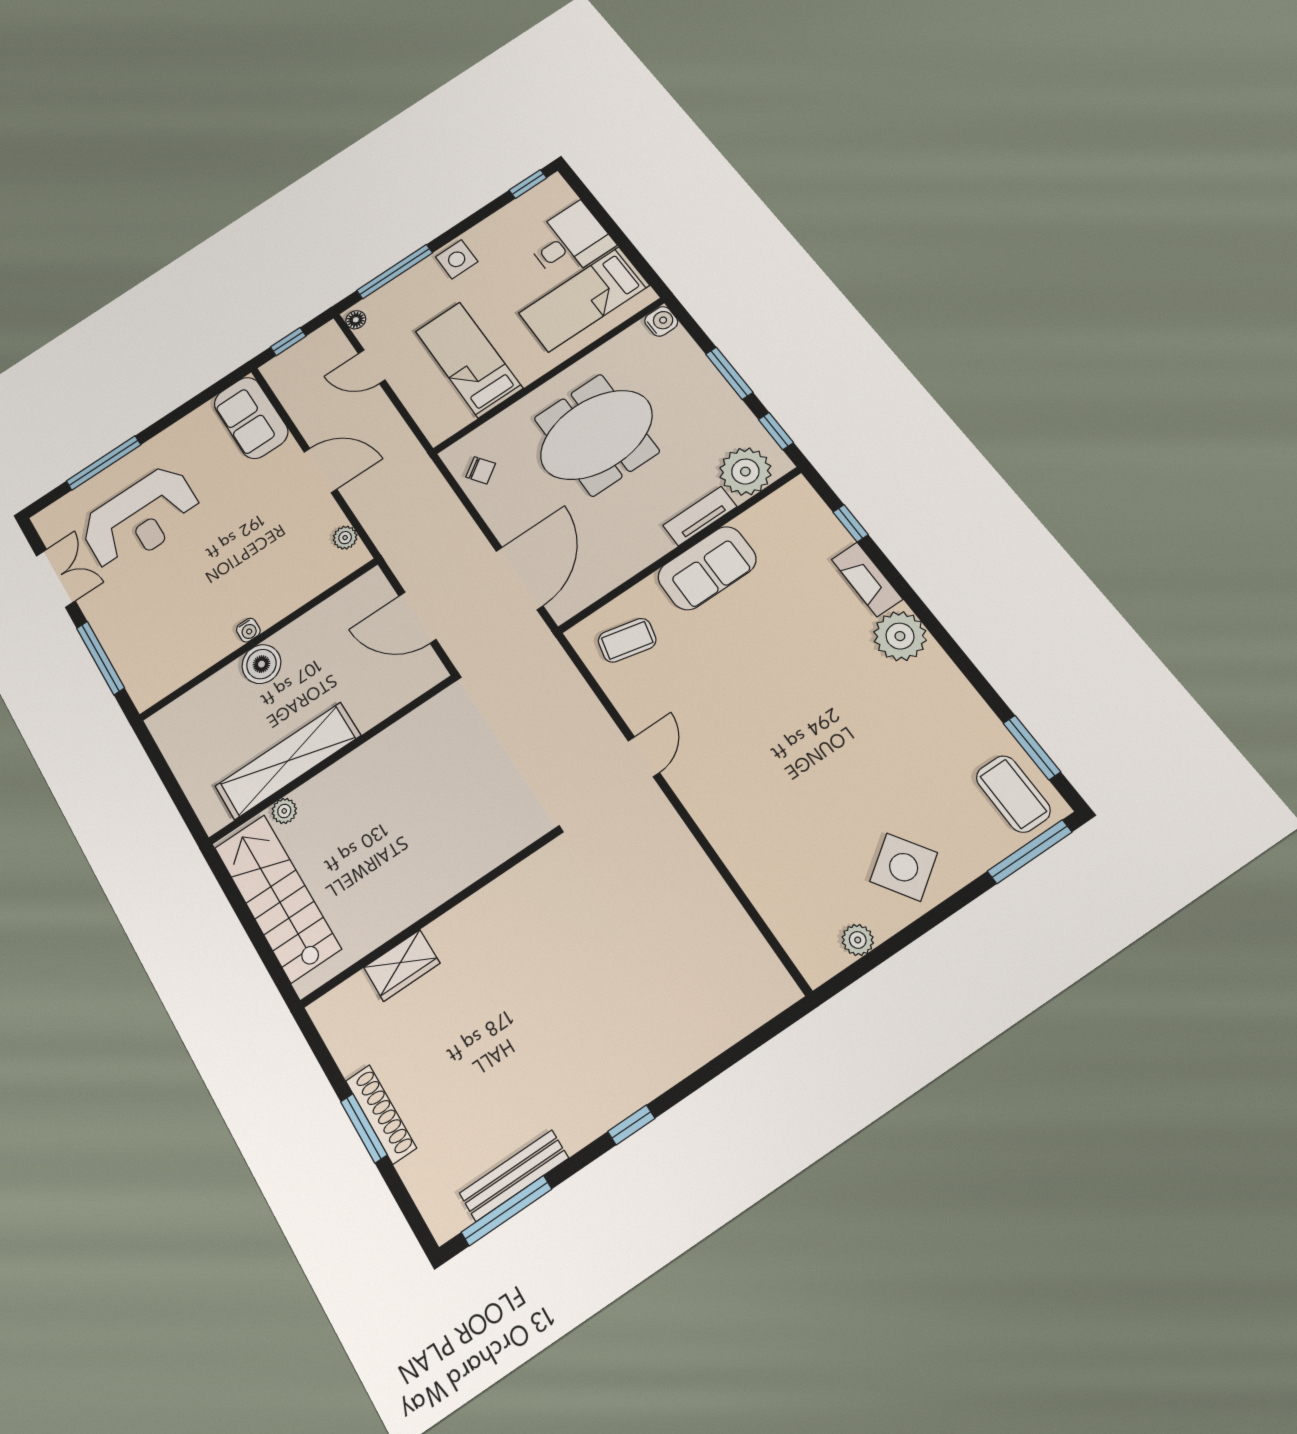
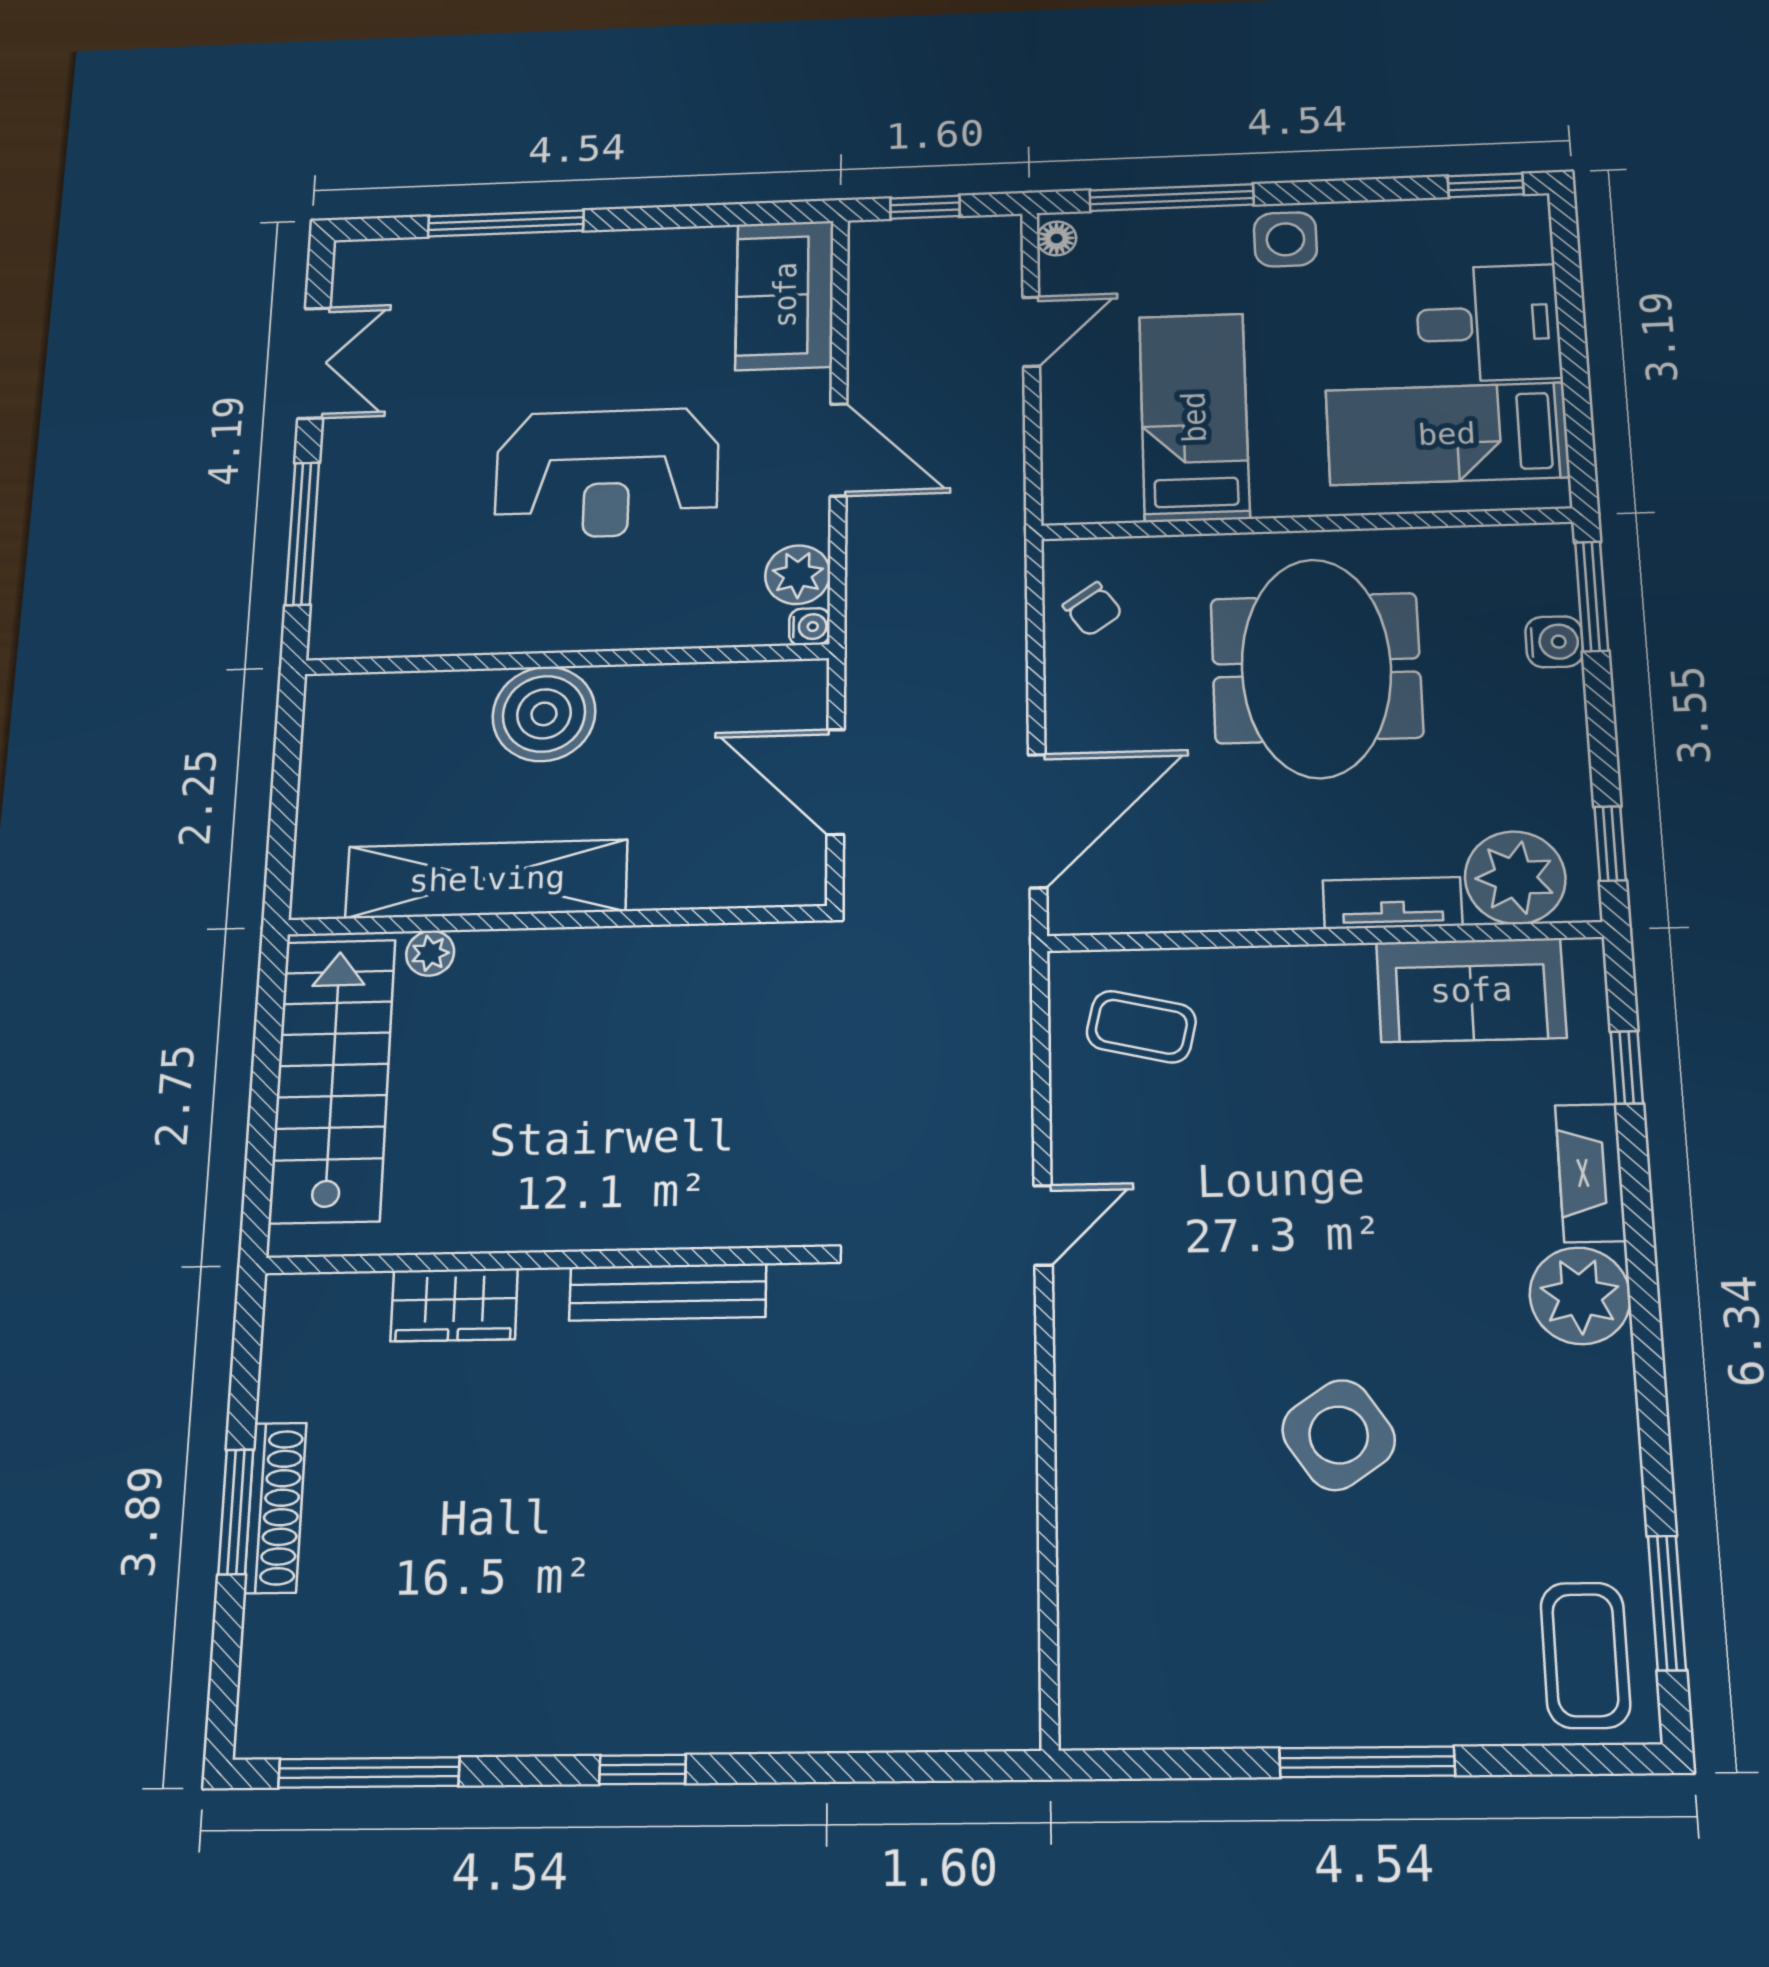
water cooler: (661, 321) -> (1554, 642), moved
door: (372, 367) -> (1031, 332), swing flipped
window: (729, 373) -> (1592, 596), moved
meeting table: (596, 435) -> (1316, 668), turned 90
reception desk: (141, 518) -> (607, 473), moved
plant: (345, 538) -> (798, 575), width x1.38, depth x1.38
sofa: (707, 568) -> (1471, 990), moved
water cooler: (248, 630) -> (809, 627), moved, turned -90
boiler: (261, 664) -> (544, 714), width x1.37, depth x1.37
window: (1030, 852) -> (1367, 1762), moved
side table: (904, 867) -> (1339, 1435), moved
plant: (858, 940) -> (1182, 1720), removed
bench: (514, 1176) -> (668, 1292), moved

